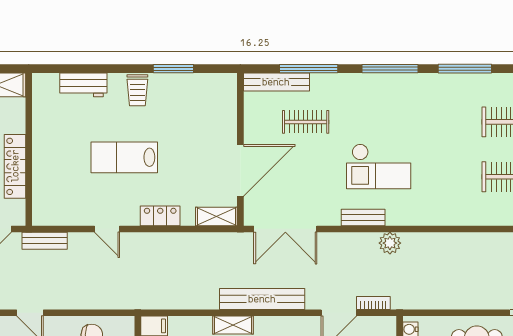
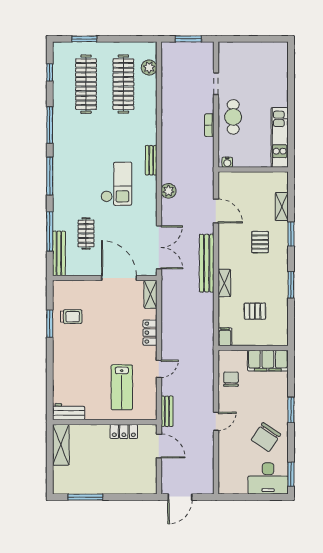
workbench: (83, 85) -> (69, 412), moved, turned -90
trolley: (137, 90) -> (71, 317), moved
lab bench: (124, 157) -> (122, 387), moved
locker: (15, 166) -> (124, 431), width x0.66
bench: (363, 217) -> (151, 160), moved
plant: (390, 243) -> (169, 191), moved
bookcase: (373, 303) -> (209, 125), moved

